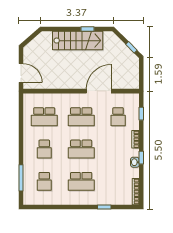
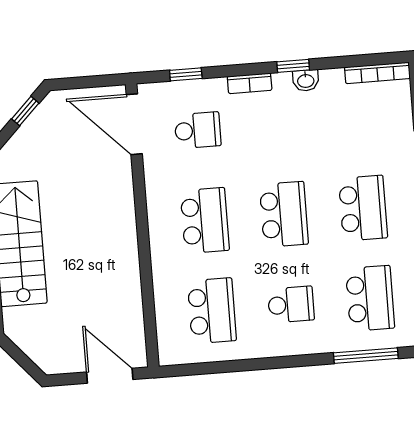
door: (21, 73) -> (110, 376), hinge flipped
door: (99, 91) -> (134, 124), moved
school desk: (44, 181) -> (370, 298), width x1.85

